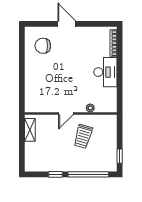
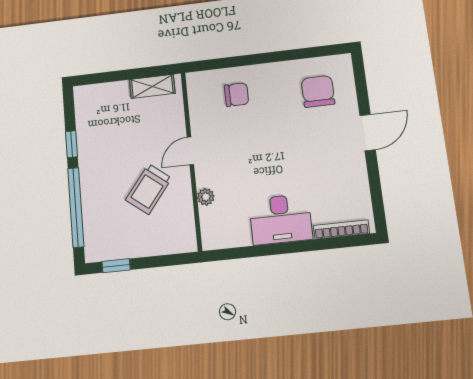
chair: (39, 87) -> (236, 95), added
door: (66, 113) -> (190, 151), hinge flipped
trolley: (83, 136) -> (149, 189), turned -68

